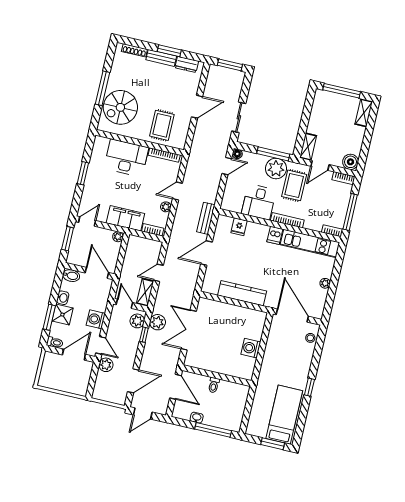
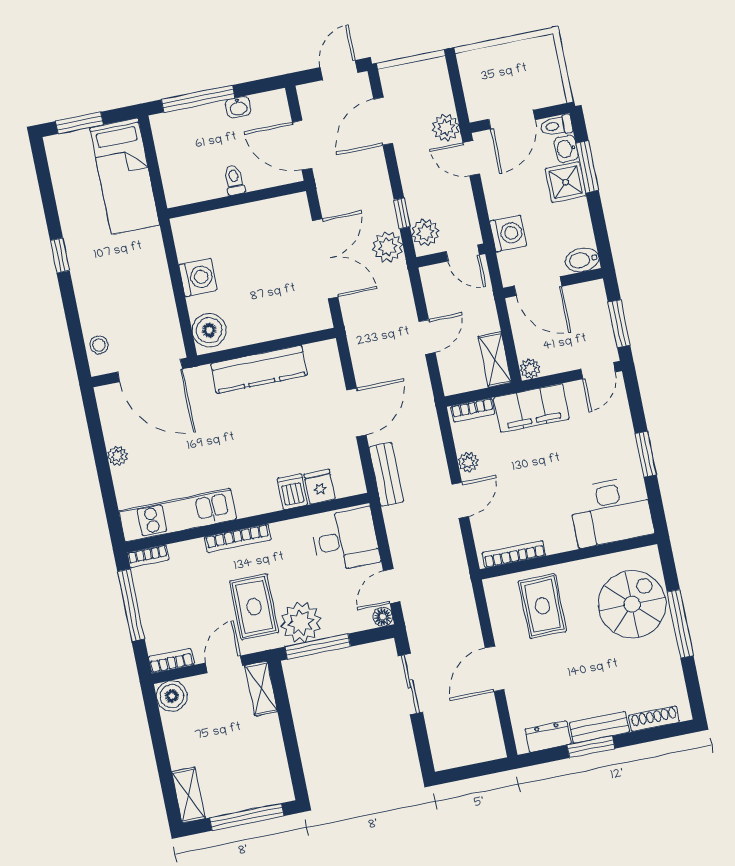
window: (230, 65) -> (470, 771), removed
desk: (126, 158) -> (611, 511), moved
desk: (259, 202) -> (345, 540), moved, turned 90
dishwasher: (275, 235) -> (292, 492), moved
shelving: (145, 292) -> (495, 360), moved
washbasin: (63, 298) -> (566, 149), moved
washing machine: (96, 319) -> (508, 233), moved
boiler: (257, 322) -> (209, 330), added
bed: (284, 415) -> (125, 176), moved

